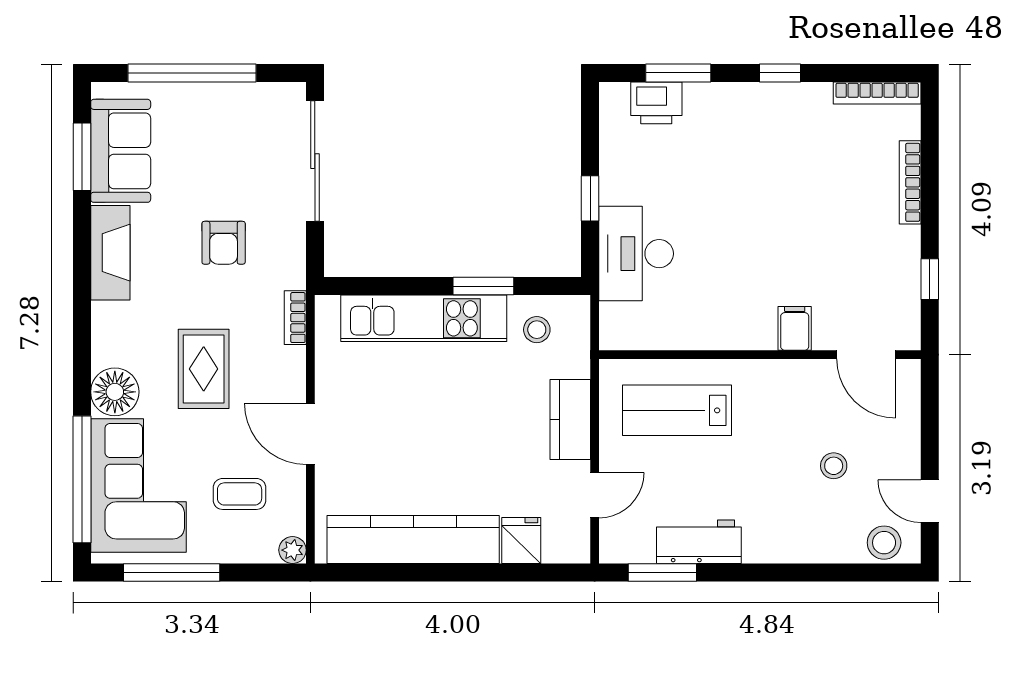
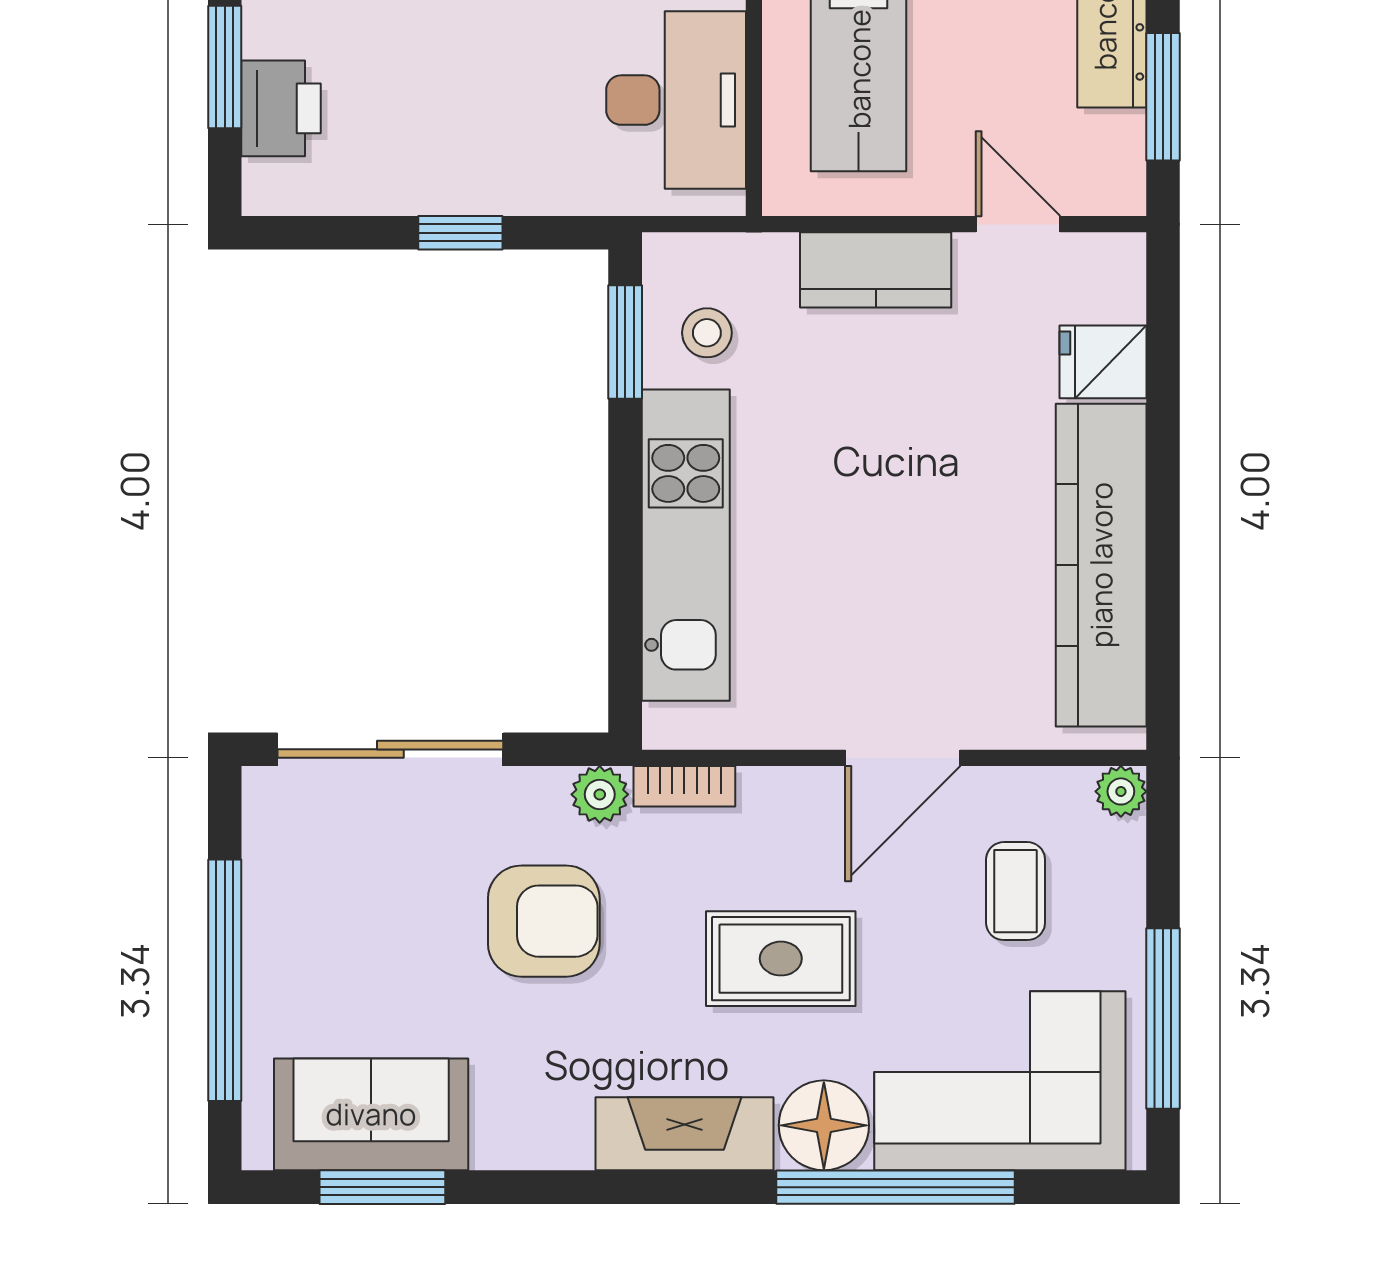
armchair: (224, 243) -> (544, 921), width x1.38, depth x1.38
fireplace: (110, 253) -> (684, 1134), moved
desk: (636, 254) -> (676, 100), moved, turned -90
plant: (291, 273) -> (600, 794), added
window: (483, 286) -> (625, 342), moved
window: (82, 479) -> (895, 1187), moved

